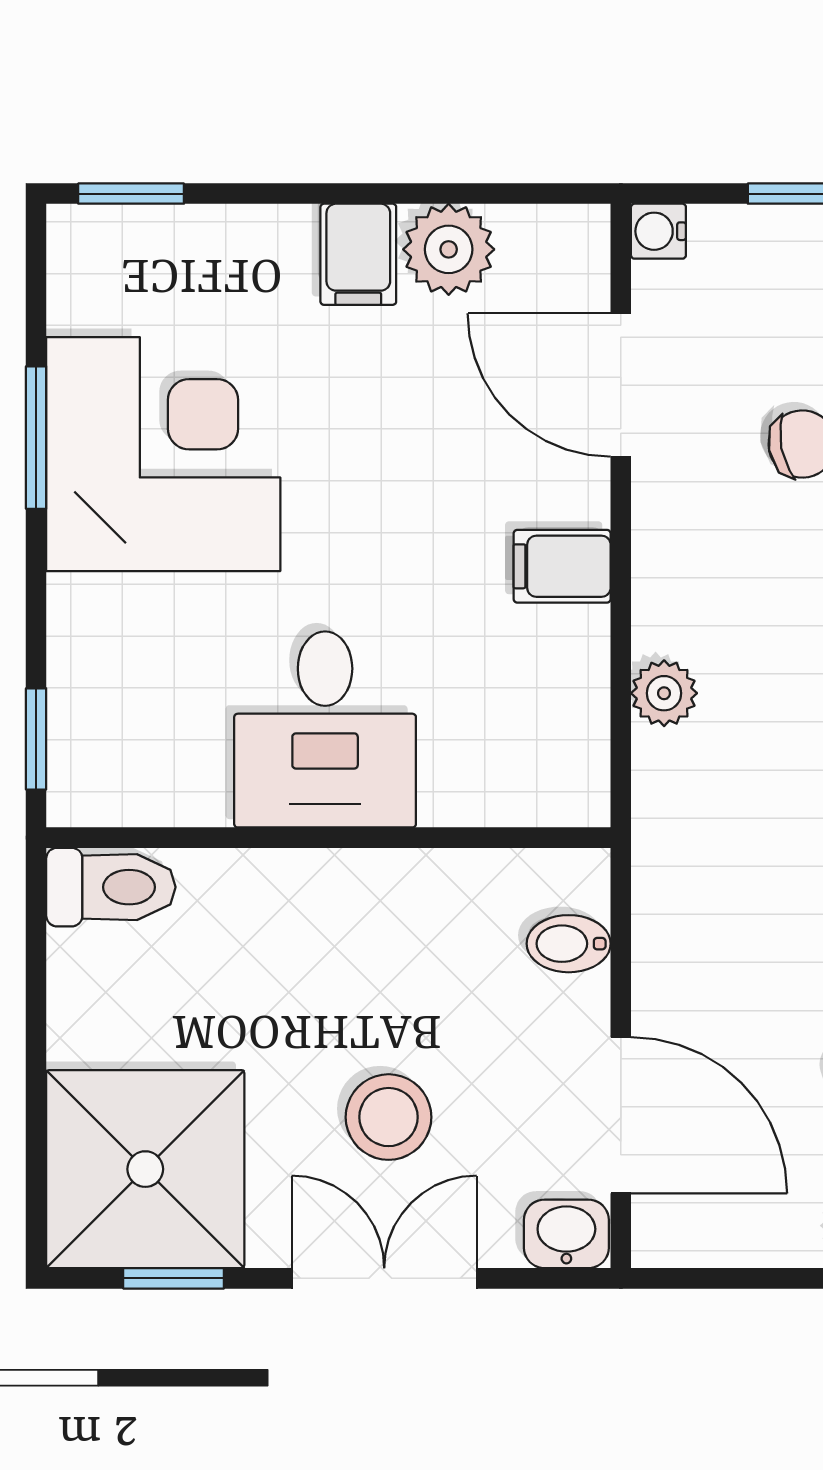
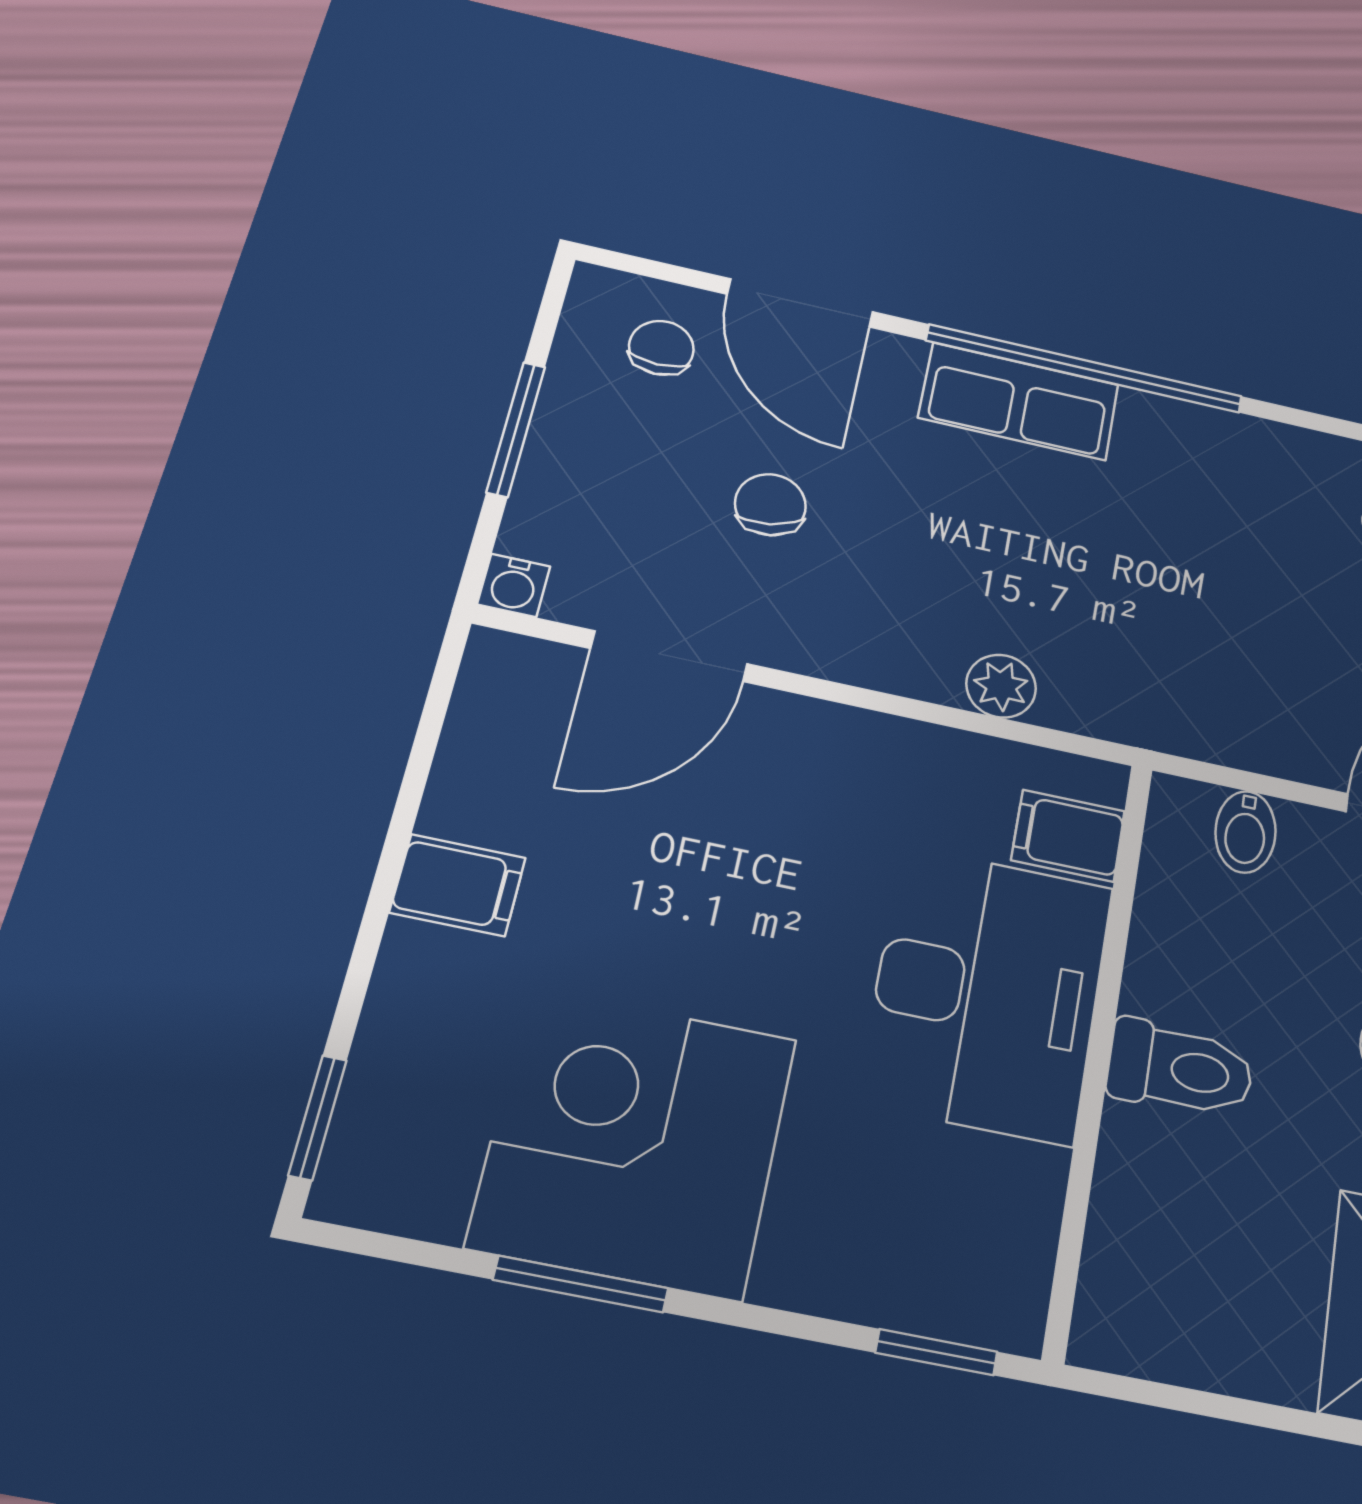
plant: (449, 249) -> (478, 792), removed
filing cabinet: (562, 566) -> (1068, 836), moved, turned 90
desk: (325, 729) -> (987, 993), width x1.37
toilet: (111, 887) -> (1180, 1069), moved, turned 90

